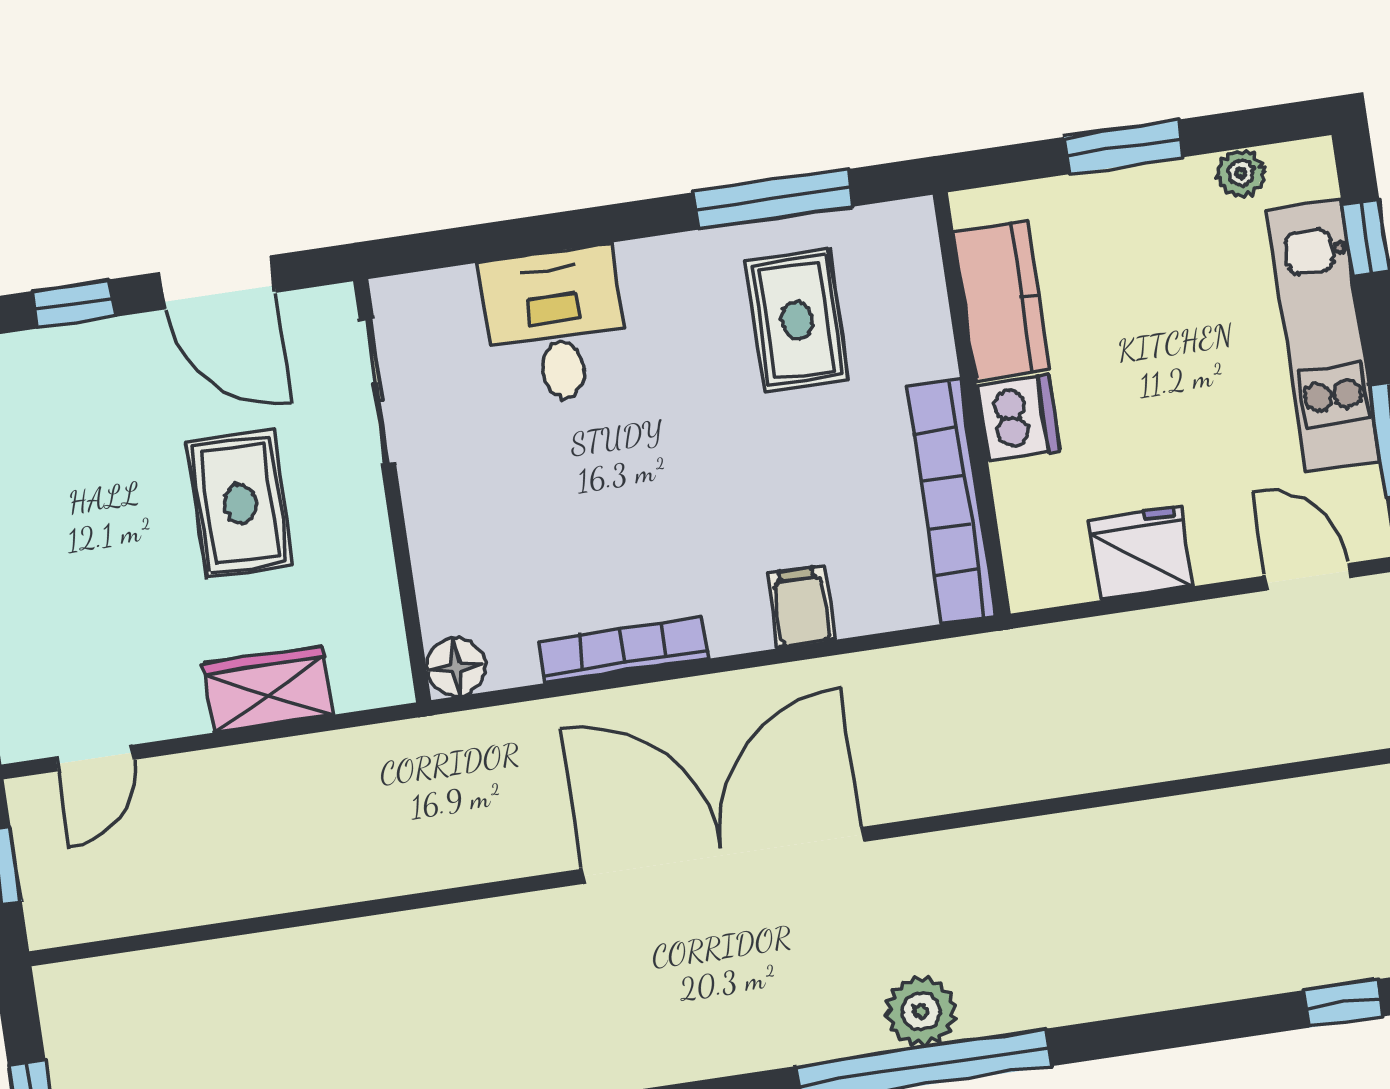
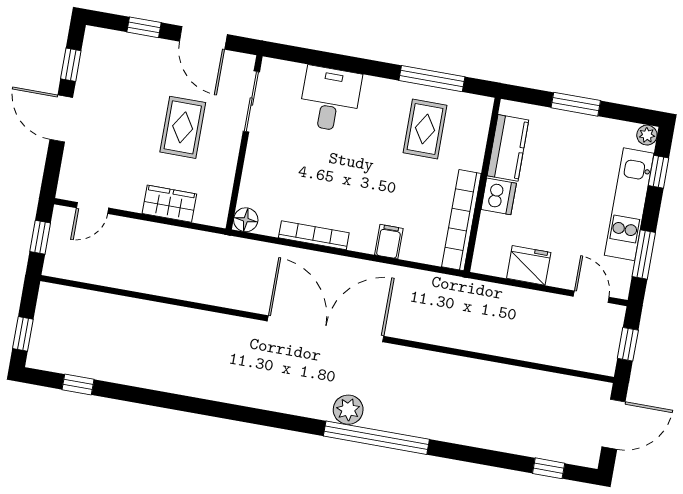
plant: (1241, 173) -> (647, 135), moved
plant: (921, 1011) -> (348, 410), moved

